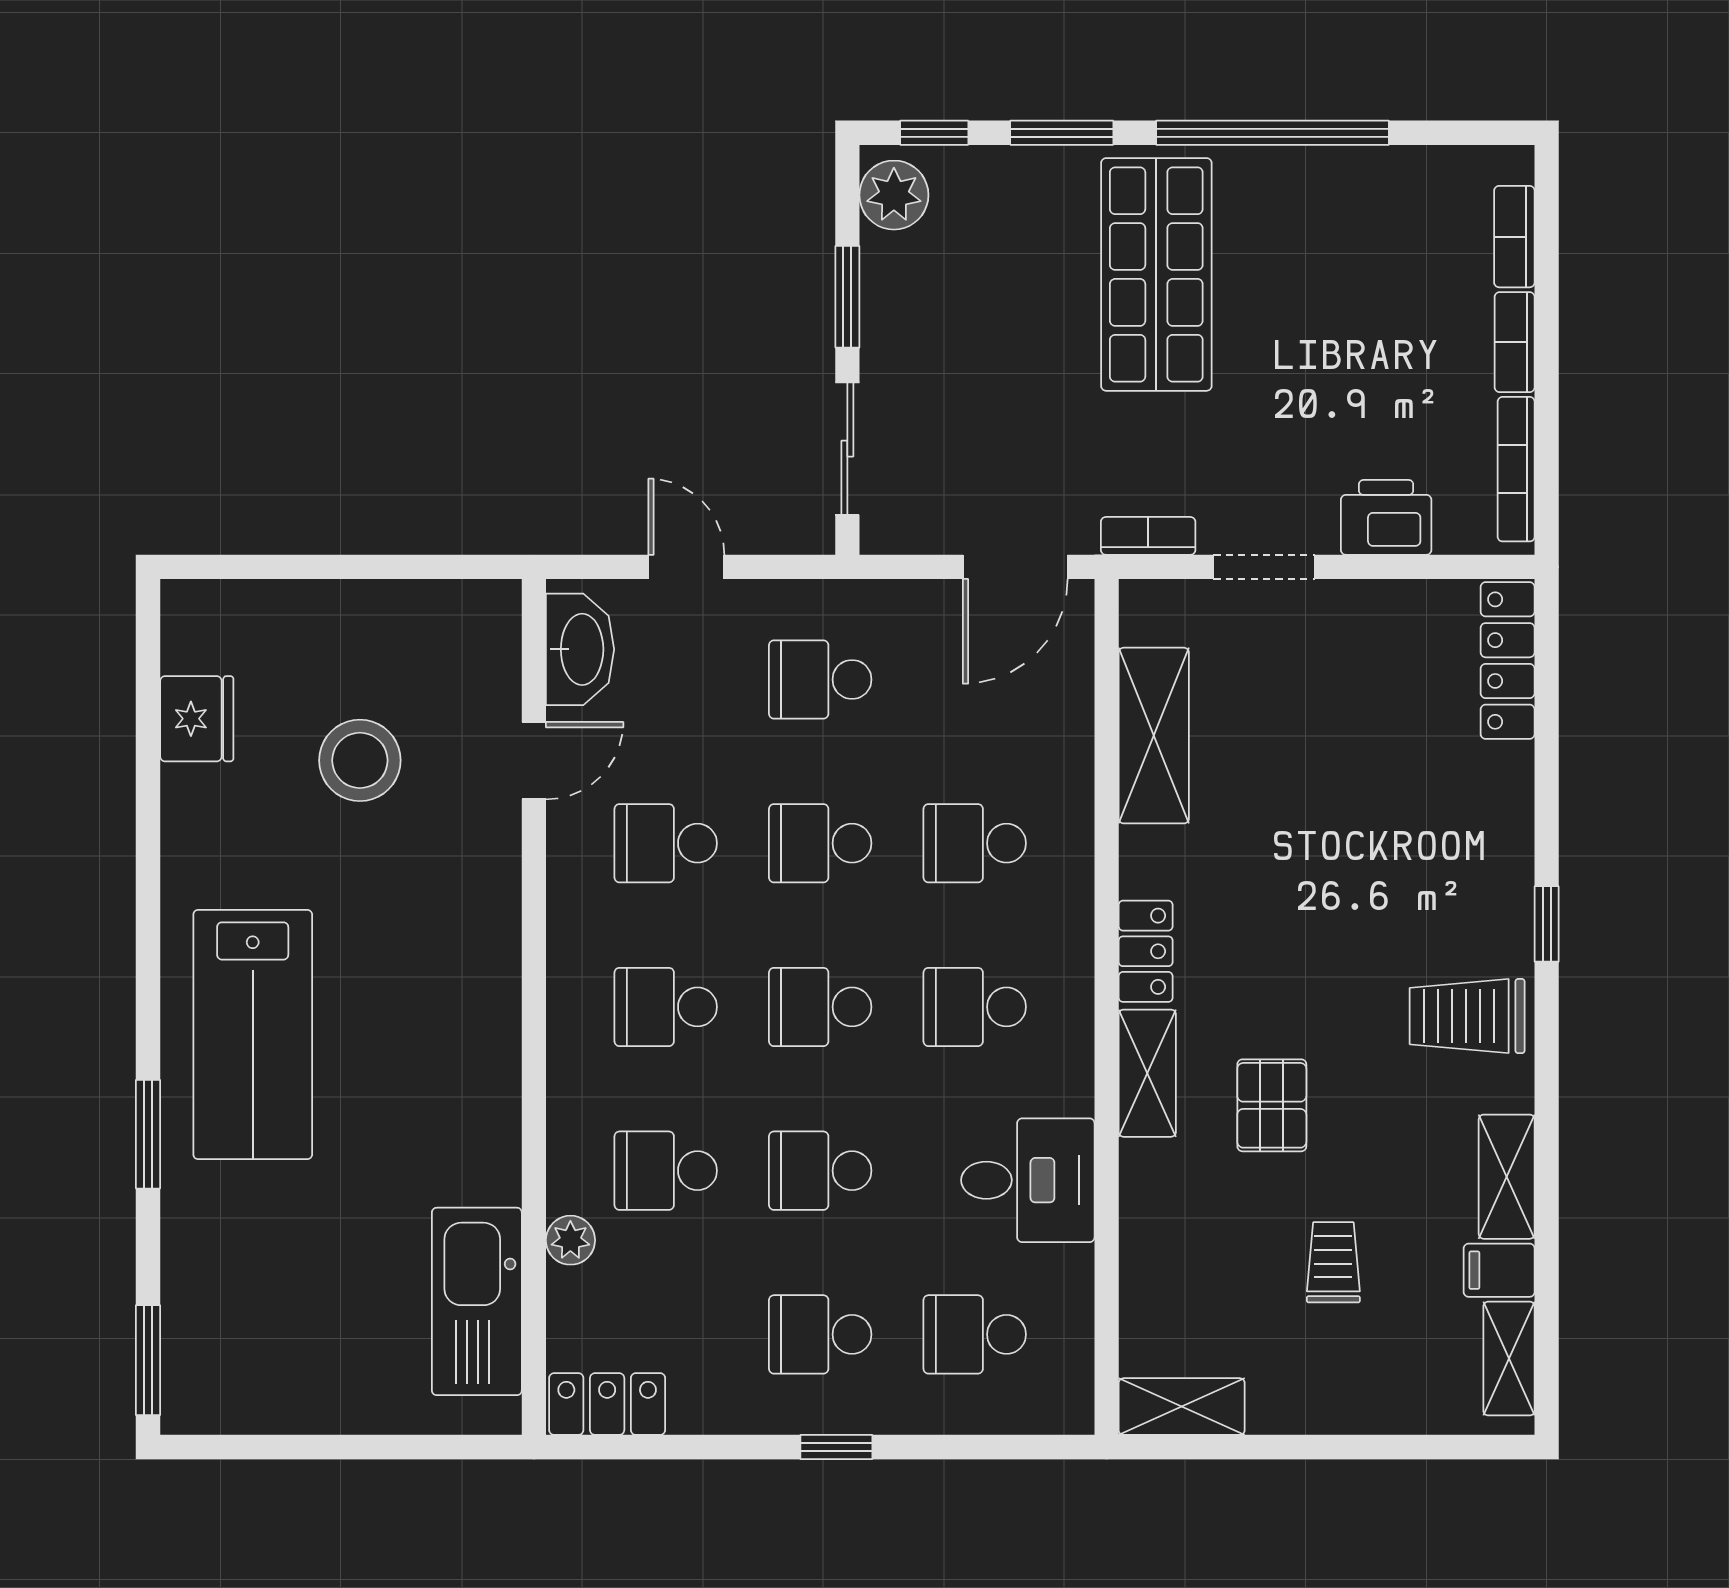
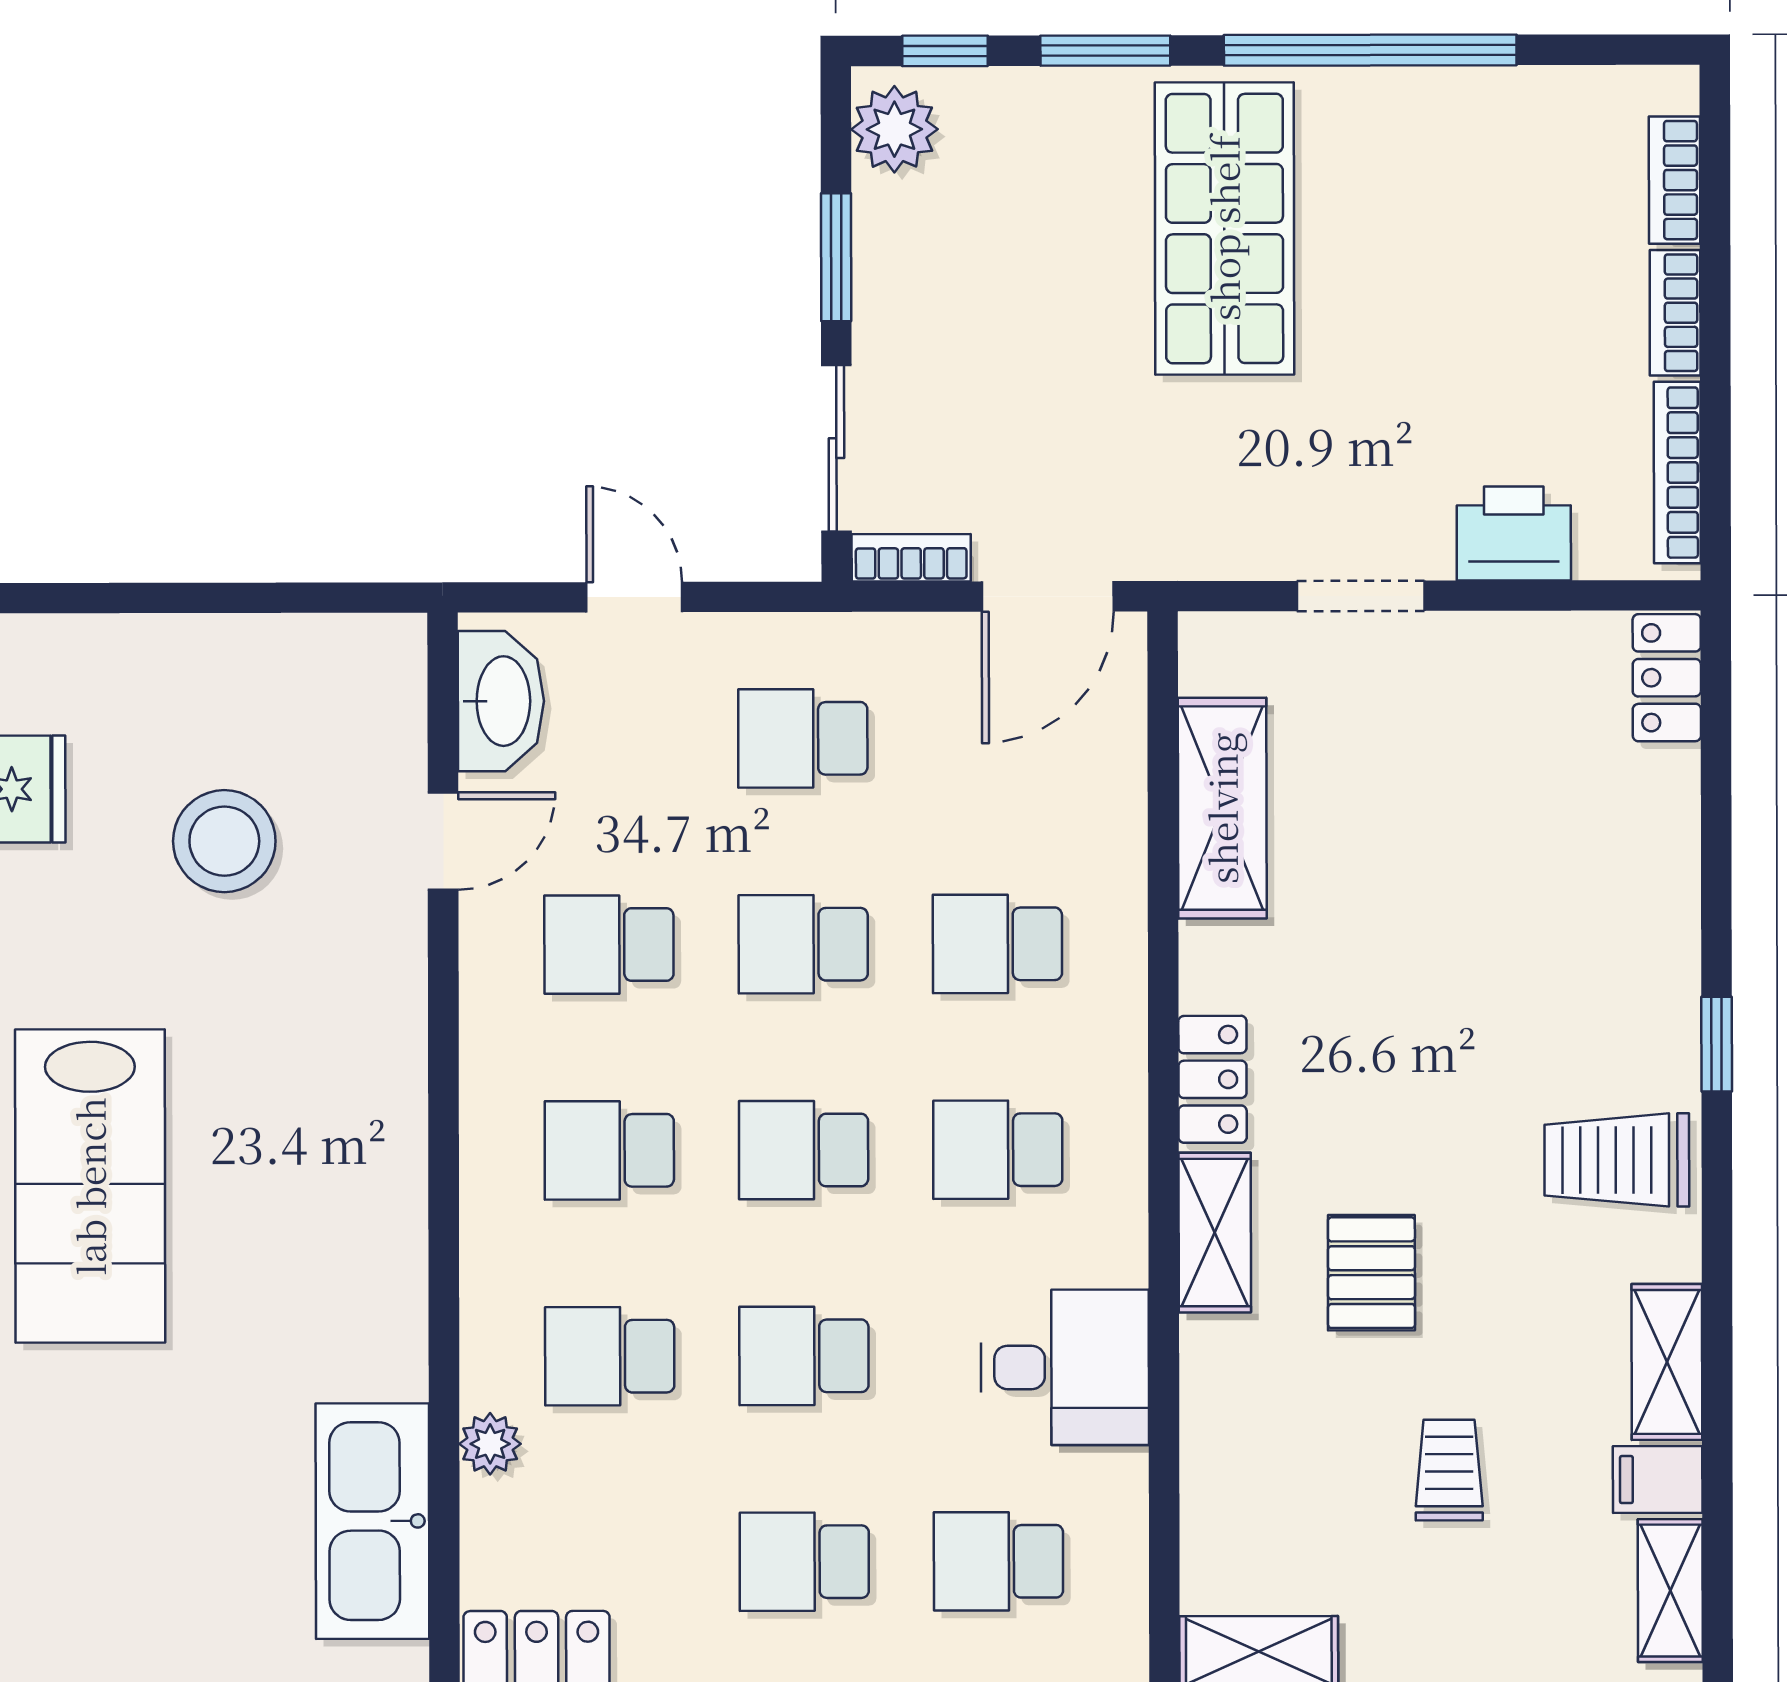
bookcase: (1148, 536) -> (911, 558), moved
locker: (1508, 661) -> (1667, 678), width x0.66

